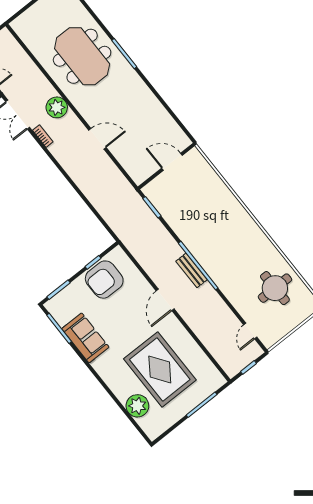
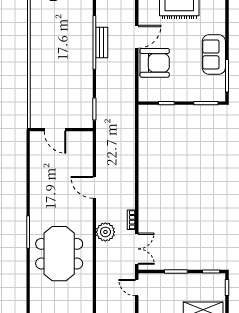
armchair: (104, 280) -> (155, 63), moved

